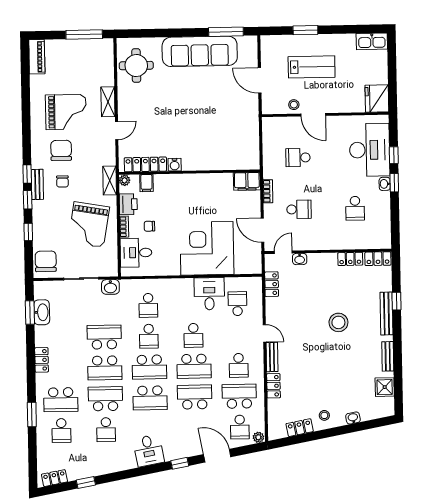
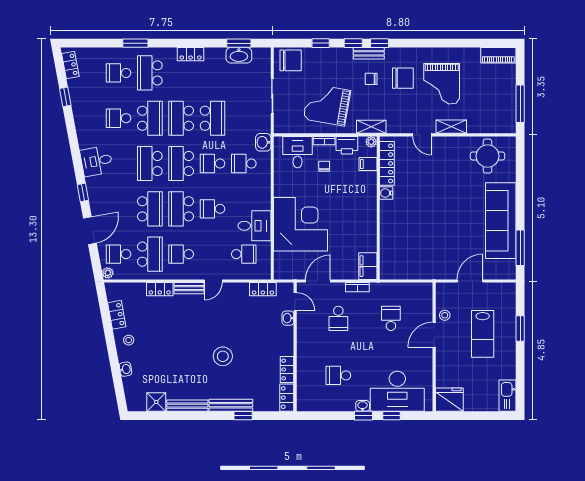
washbasin: (110, 287) -> (263, 142), moved
bench: (388, 356) -> (187, 406), width x1.36

